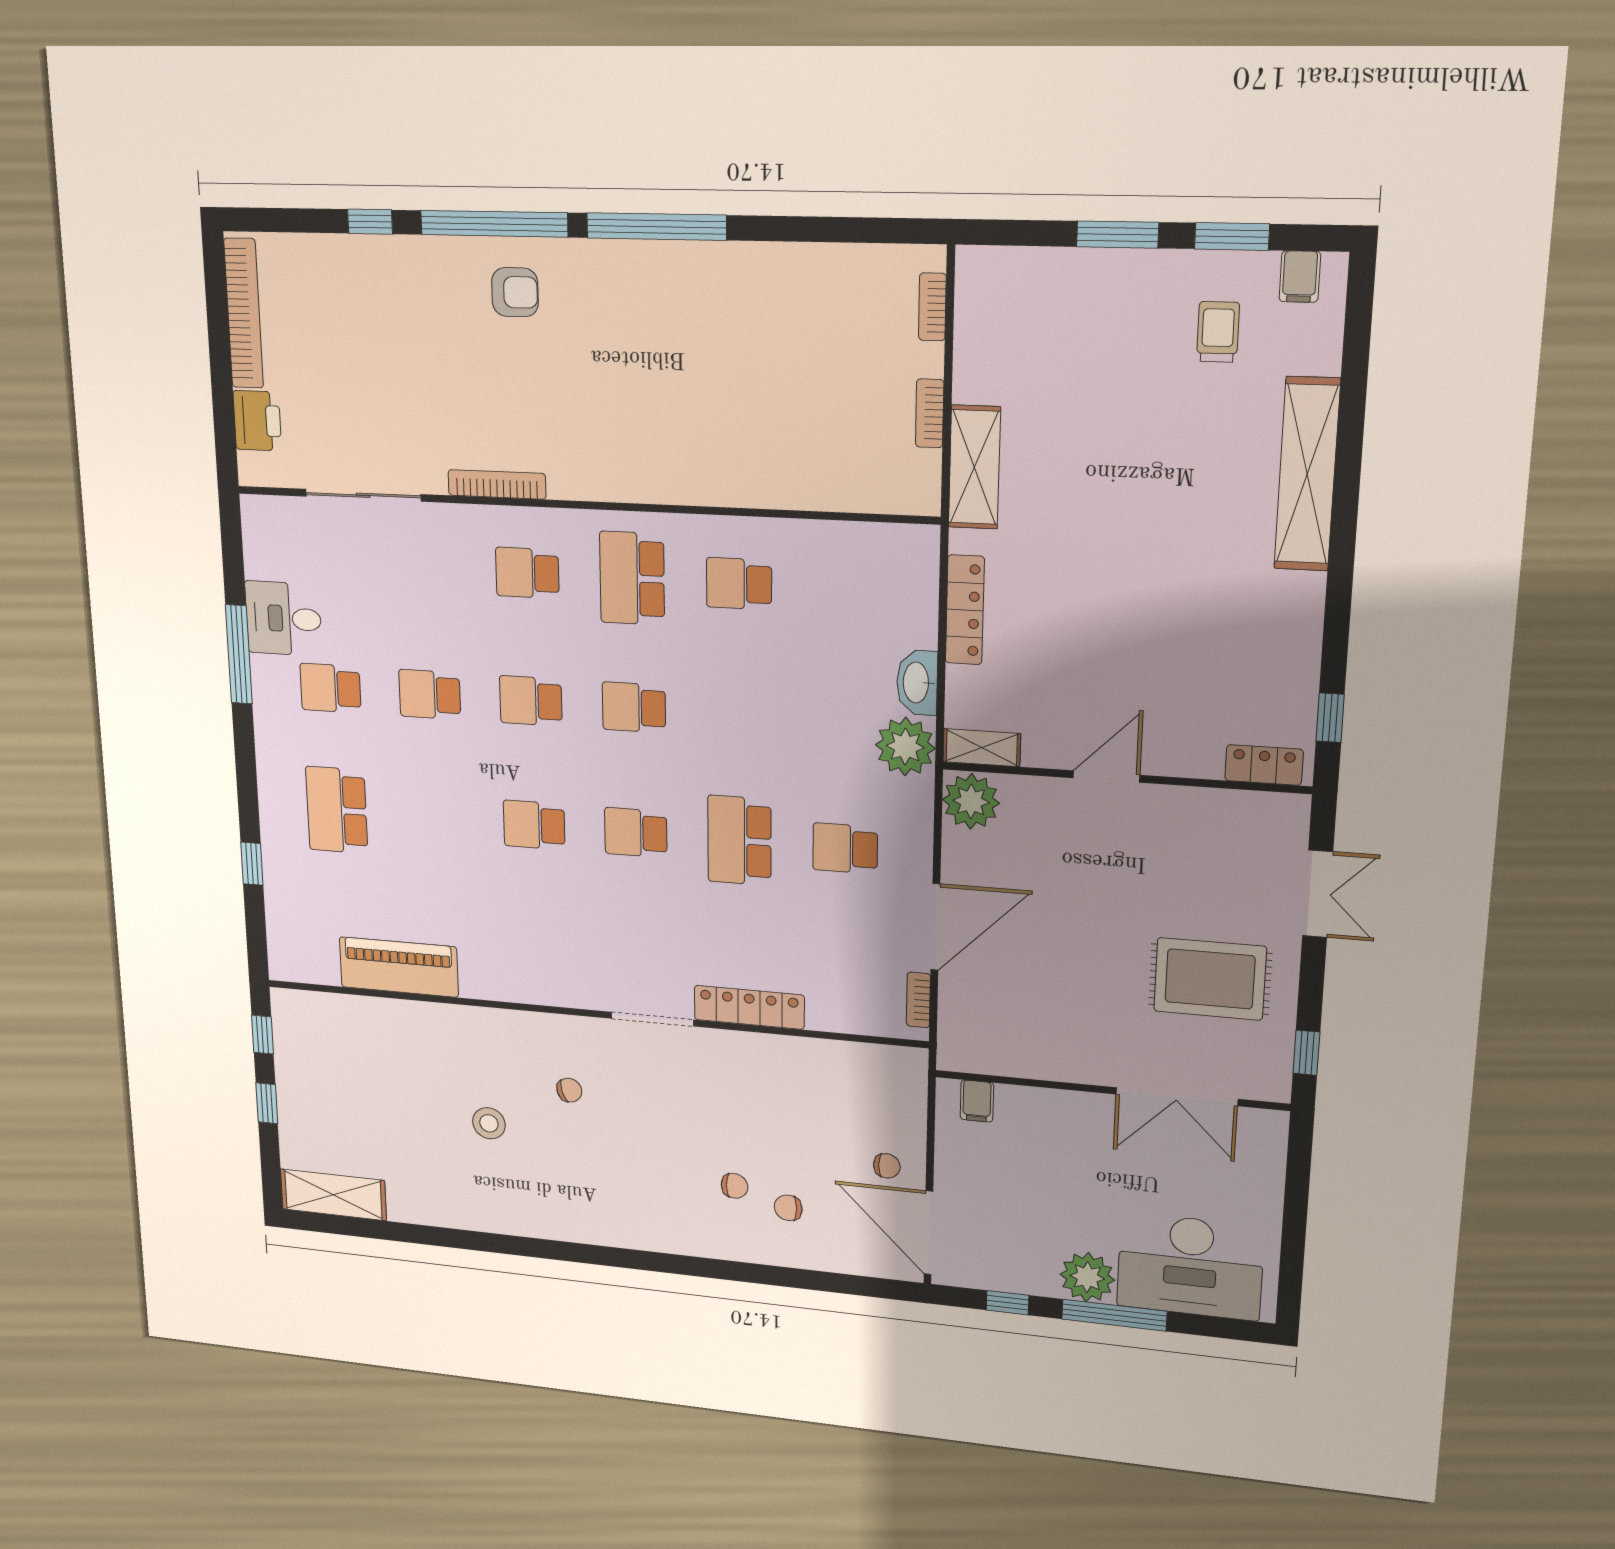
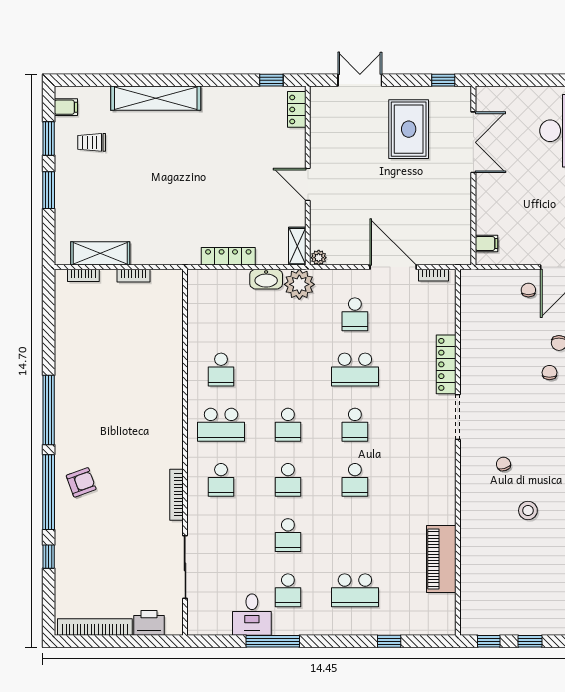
armchair: (515, 292) -> (81, 482), turned 70
shelving: (974, 467) -> (100, 253), moved
plant: (971, 801) -> (319, 258), width x0.53, depth x0.53

